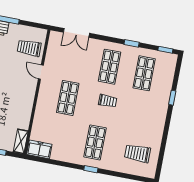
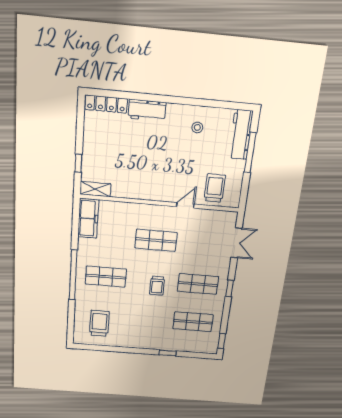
double door: (76, 33) -> (237, 243), swing flipped
window: (132, 43) -> (230, 288), moved
freezer: (39, 149) -> (88, 218), width x1.40
window: (91, 169) -> (73, 275), width x3.17

